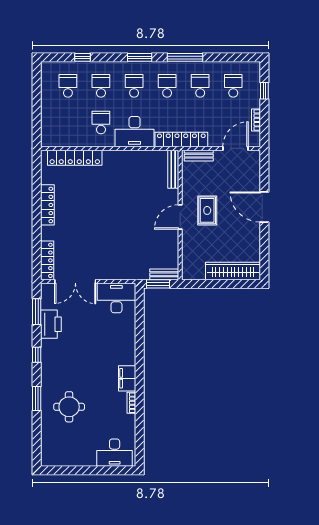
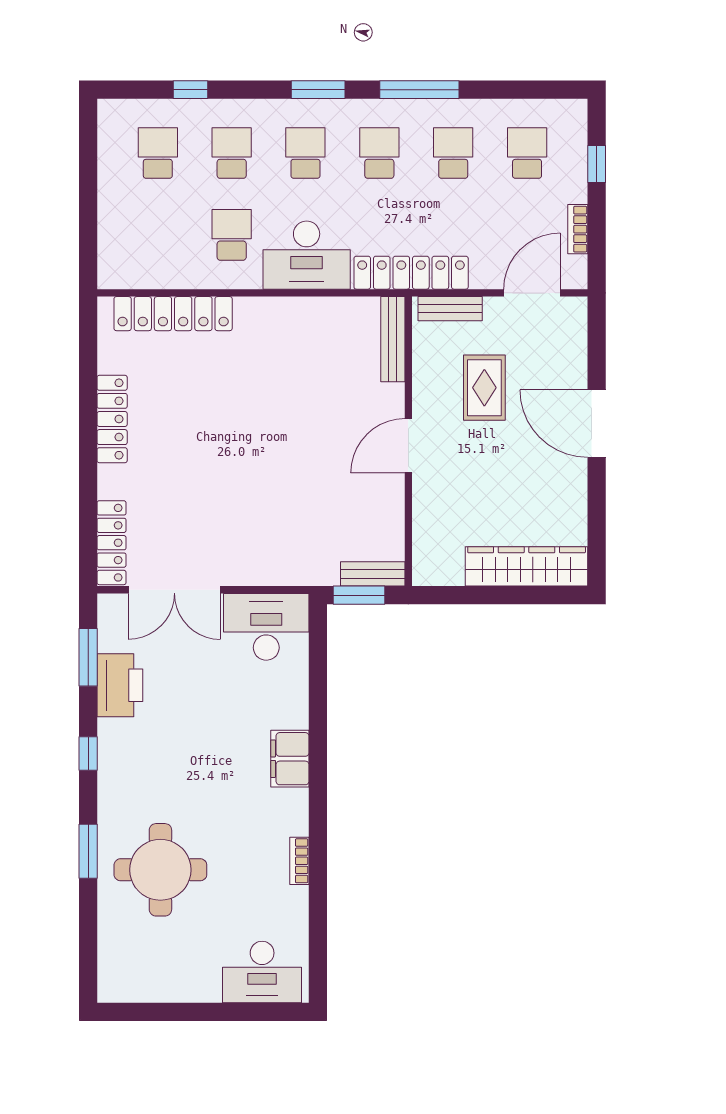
rug: (207, 210) -> (484, 388), moved
filing cabinet: (127, 378) -> (290, 759), moved
round table: (69, 407) -> (160, 870), width x1.36, depth x1.36

